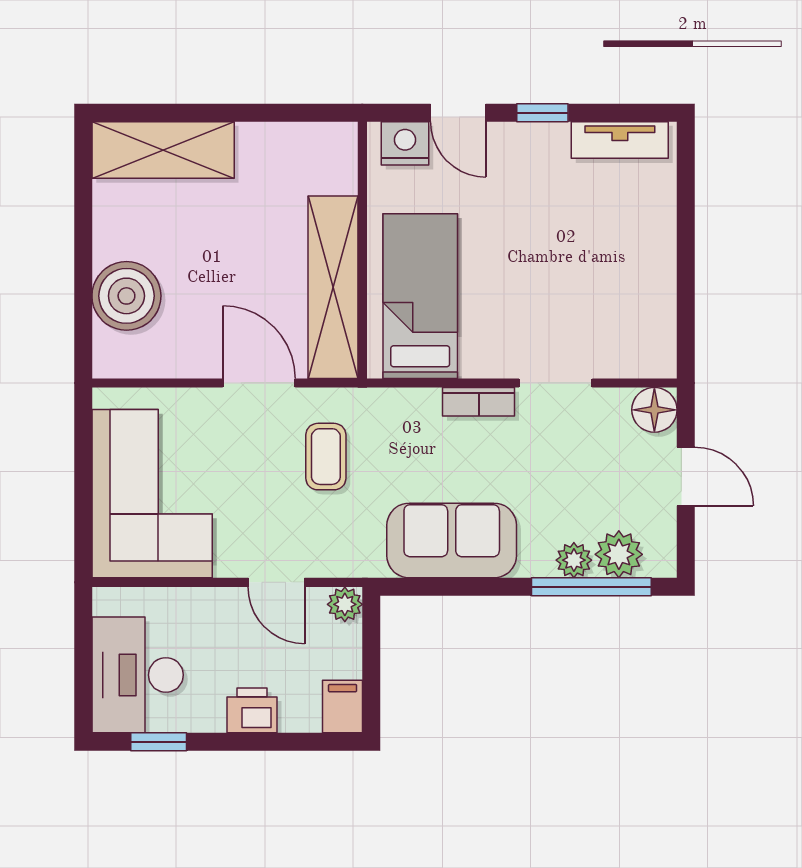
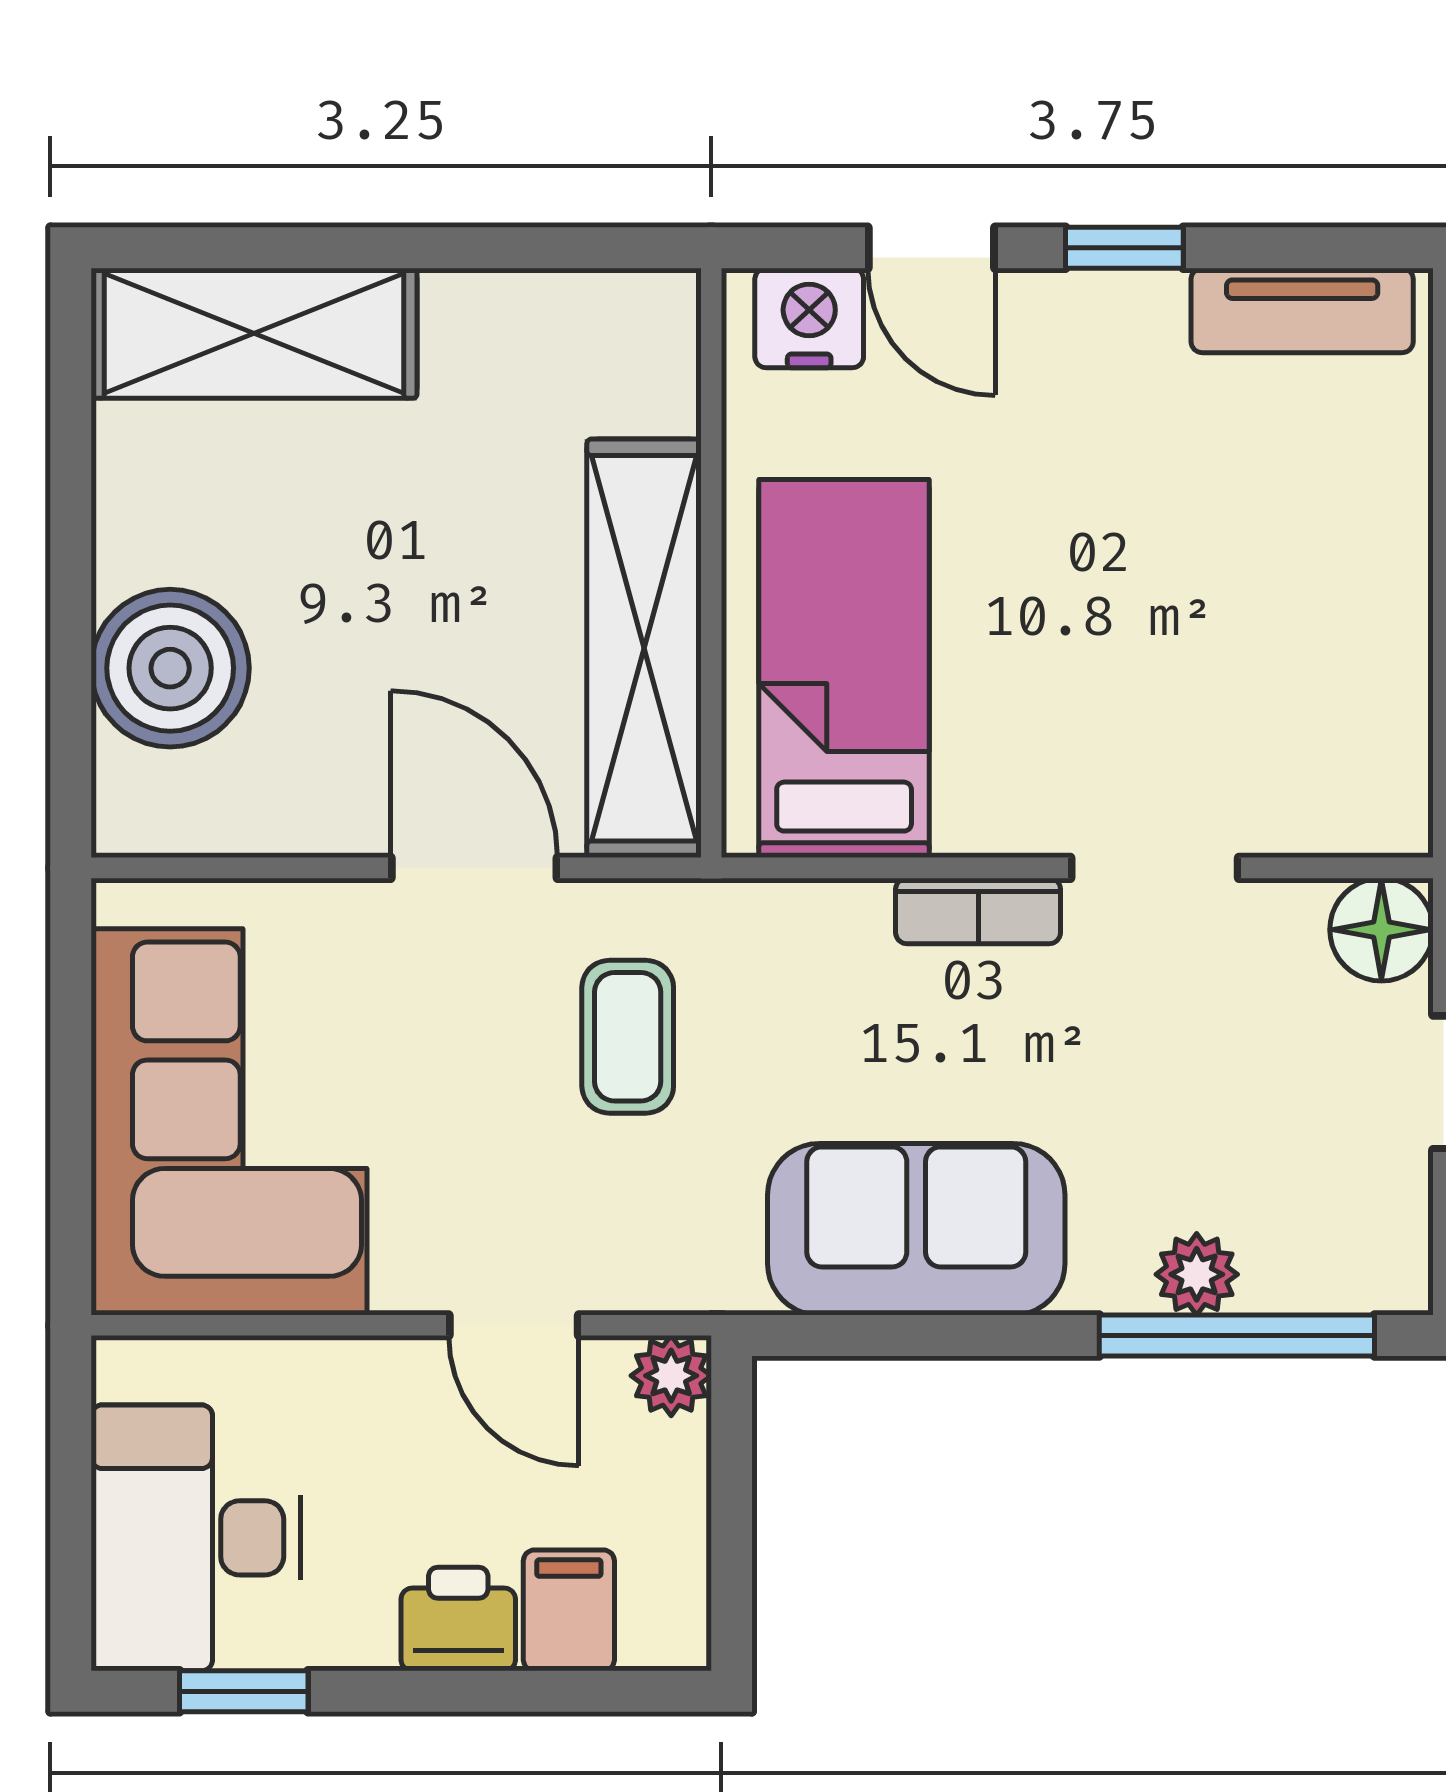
plant: (619, 554) -> (1300, 1261), removed
filing cabinet: (343, 707) -> (569, 1610), moved

